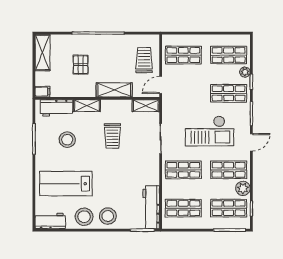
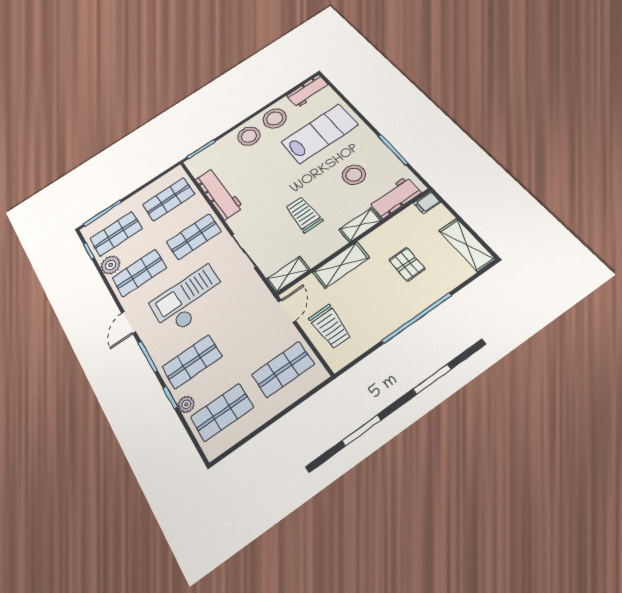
workbench: (151, 207) -> (219, 193), moved

